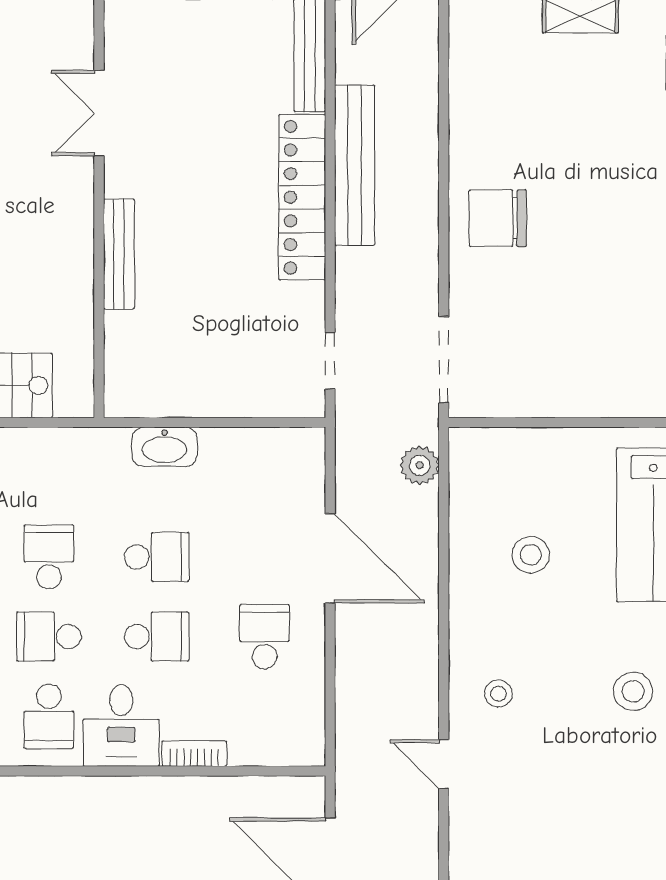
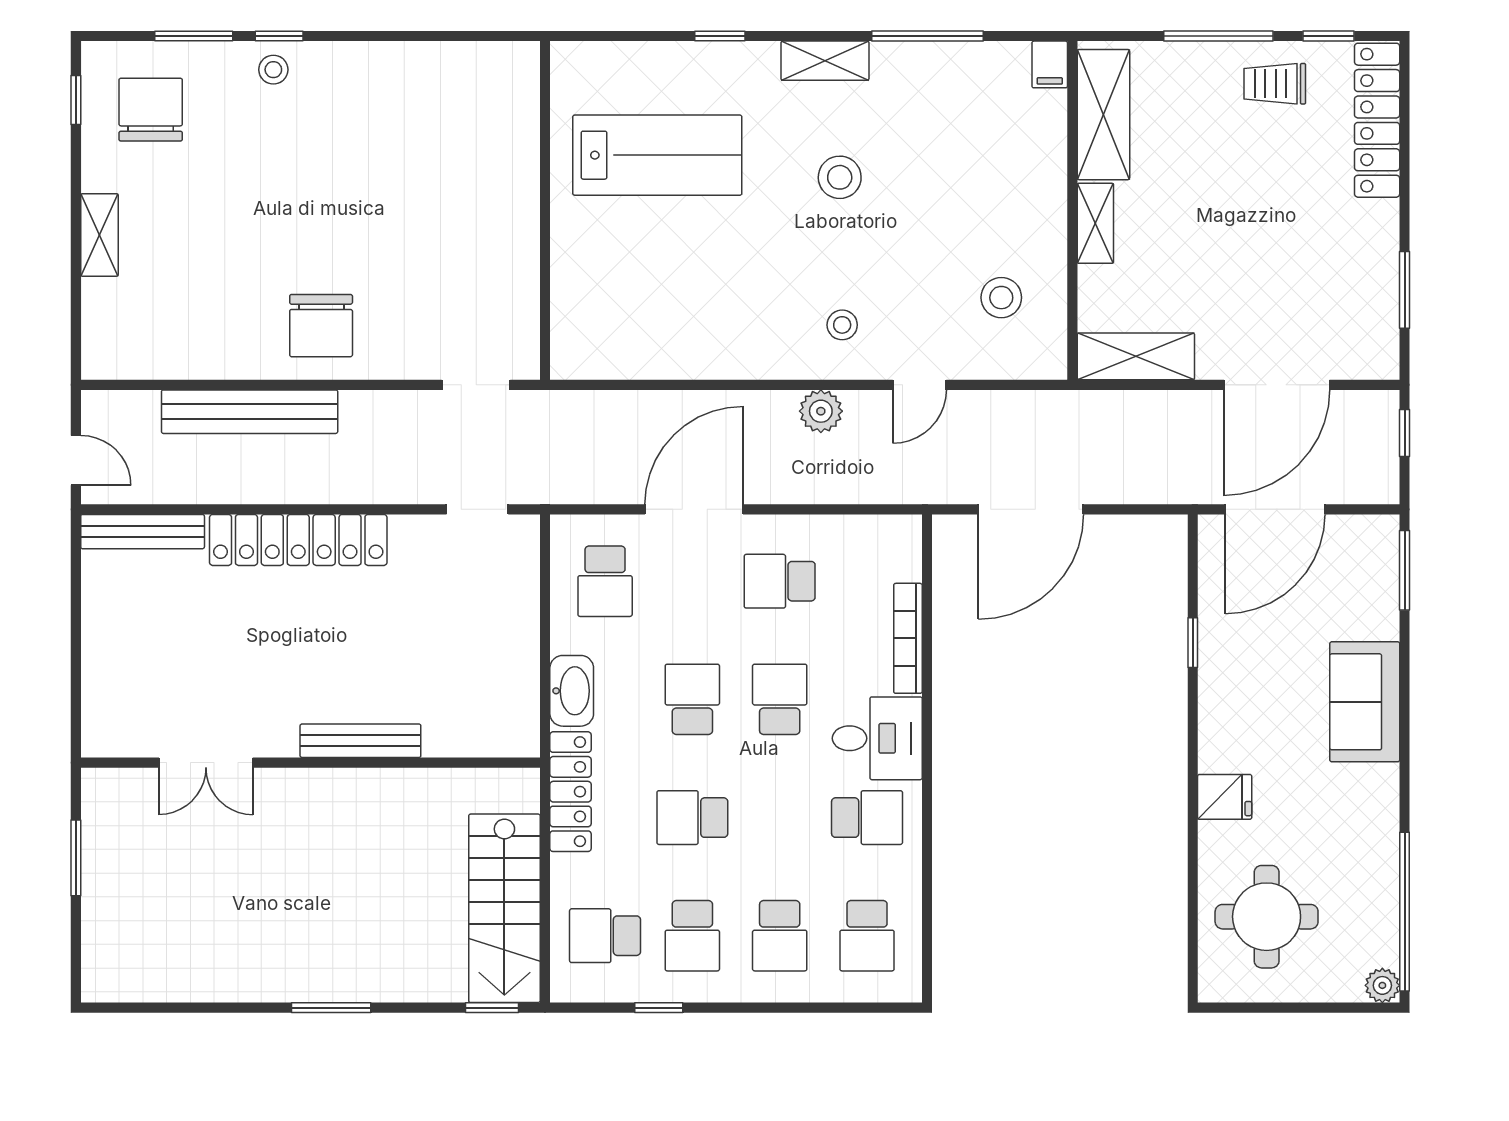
bench: (355, 165) -> (250, 412), moved
doorway: (444, 360) -> (476, 385), width x0.73
locker: (73, 446) -> (571, 792), added
plant: (420, 465) -> (821, 411), moved
stool: (531, 555) -> (1001, 298), moved
school desk: (49, 637) -> (605, 581), moved
bookcase: (194, 754) -> (908, 638), width x1.56

